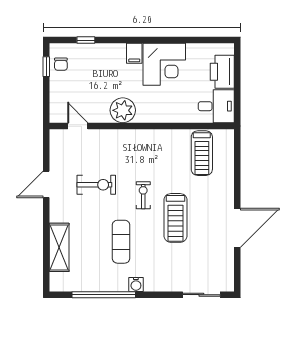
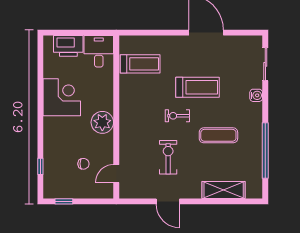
filing cabinet: (134, 53) -> (52, 124), removed
chair: (61, 64) -> (83, 164), moved
plant: (123, 110) -> (102, 122), moved
water cooler: (136, 284) -> (256, 95), moved

